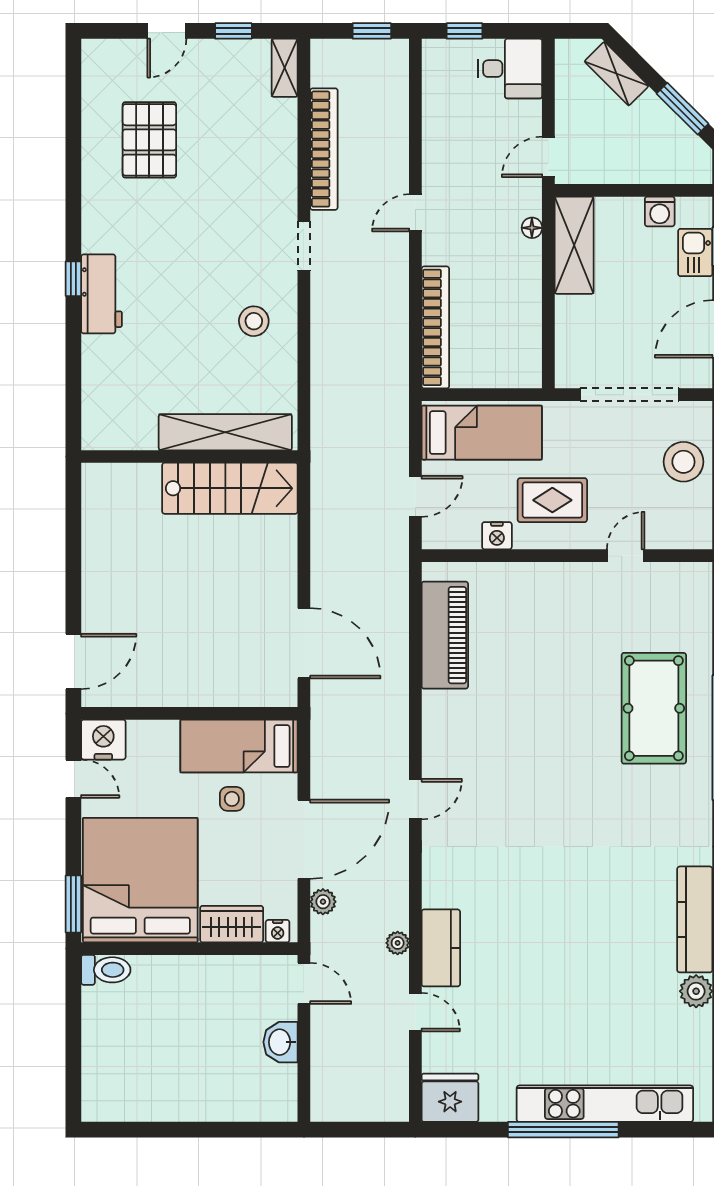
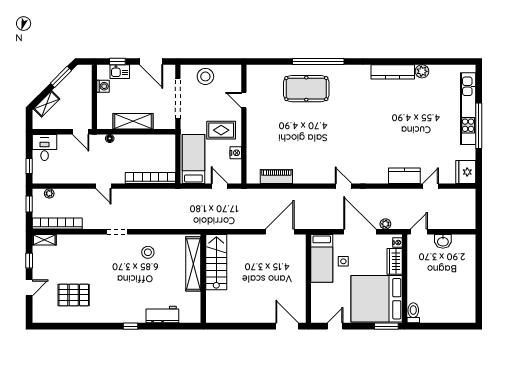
door: (167, 31) -> (29, 288), hinge flipped
bookcase: (324, 149) -> (57, 224), moved
shelving: (574, 245) -> (133, 121), moved
workbench: (102, 294) -> (162, 315), moved
rug: (552, 500) -> (221, 130), turned 90
piano: (445, 635) -> (276, 176), width x0.73, depth x0.75
nightstand: (103, 740) -> (319, 314), removed
plant: (398, 943) -> (49, 193), moved

